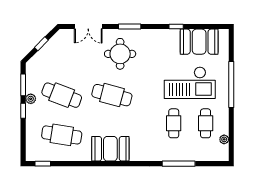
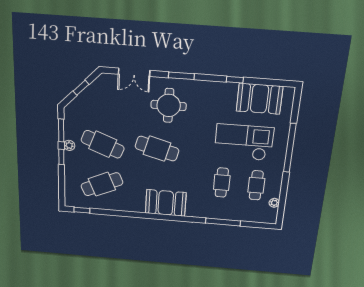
checkout: (190, 83) -> (244, 142), turned 180
cafe table: (62, 135) -> (102, 184), turned -33
booth: (110, 149) -> (166, 203), moved

